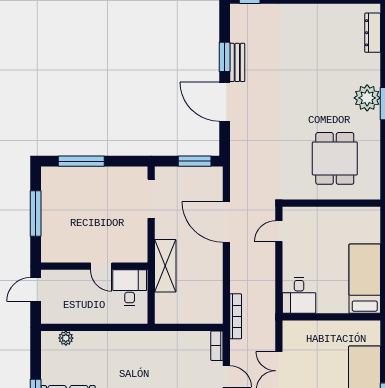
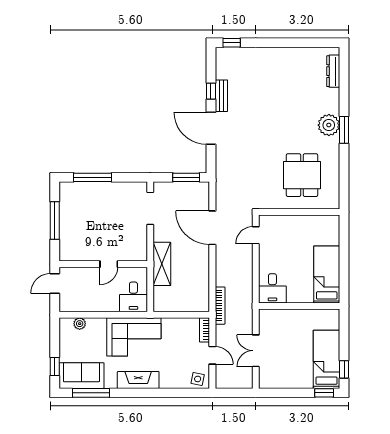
window: (225, 57) -> (211, 91), width x0.67
door: (101, 266) -> (109, 264), hinge flipped
desk: (130, 288) -> (133, 297), moved, turned 180
corner sofa: (131, 354) -> (134, 337), added

